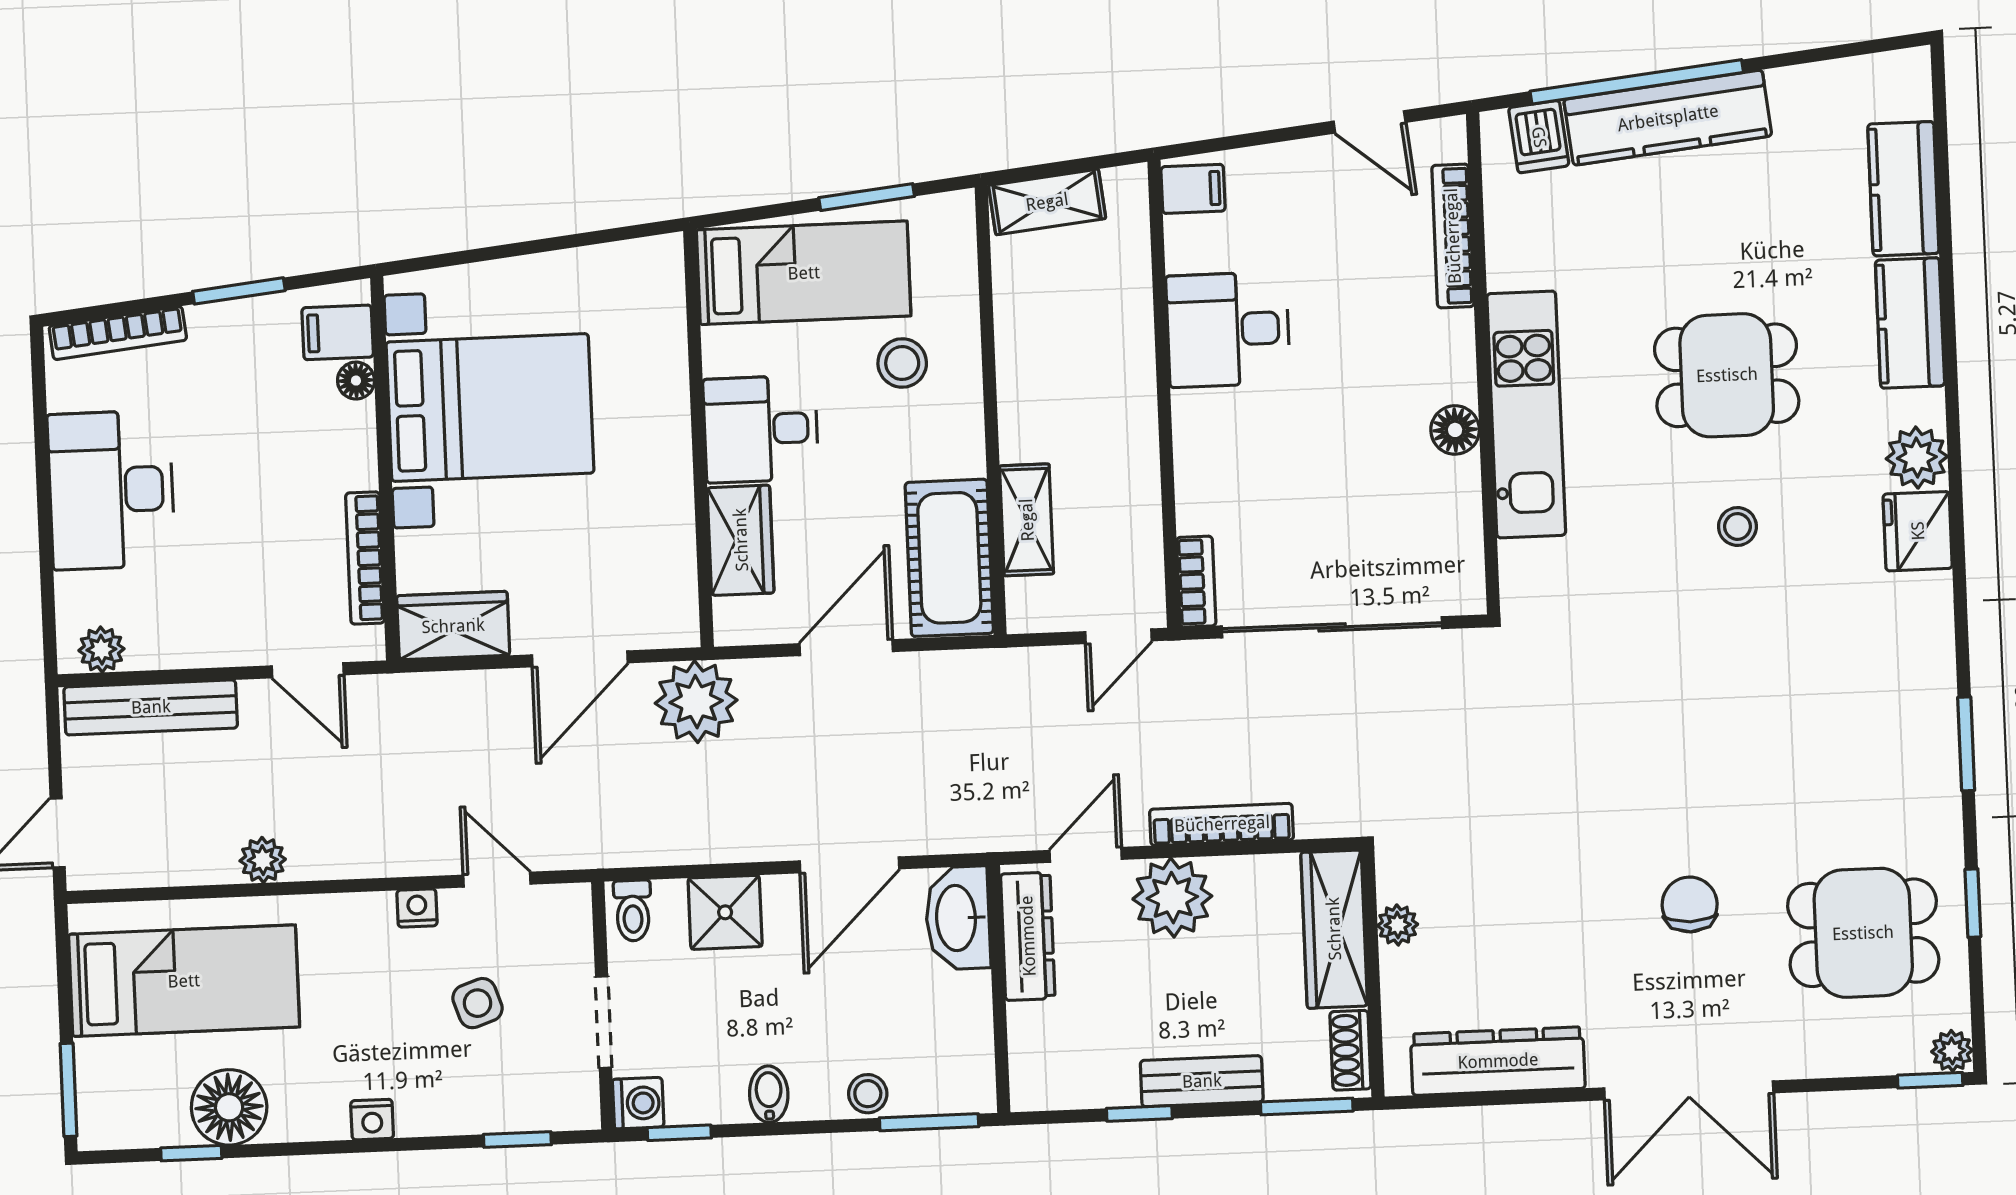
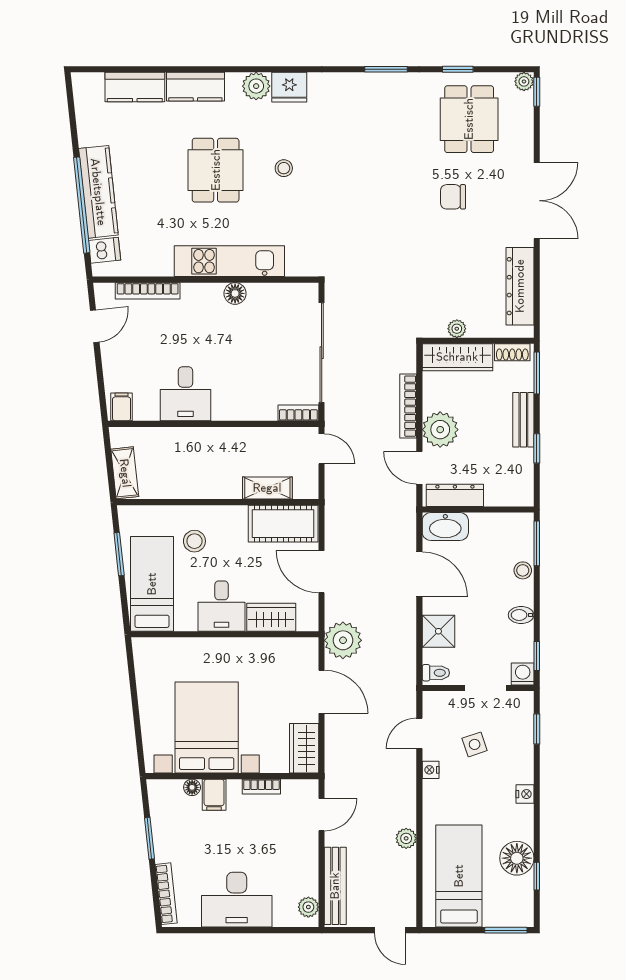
filing cabinet: (338, 332) -> (214, 795), moved
bookcase: (365, 558) -> (261, 787), width x0.64

